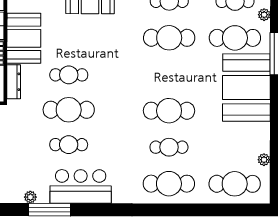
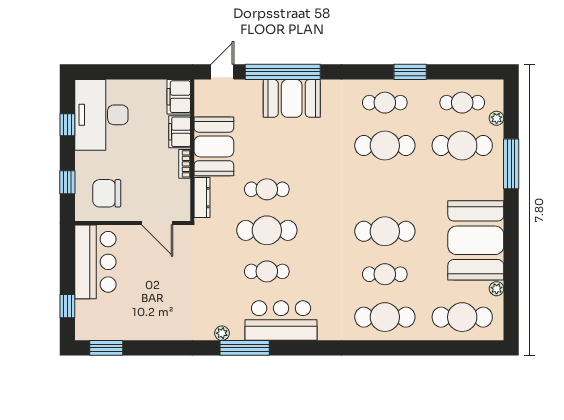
booth: (246, 88) -> (476, 240), moved

